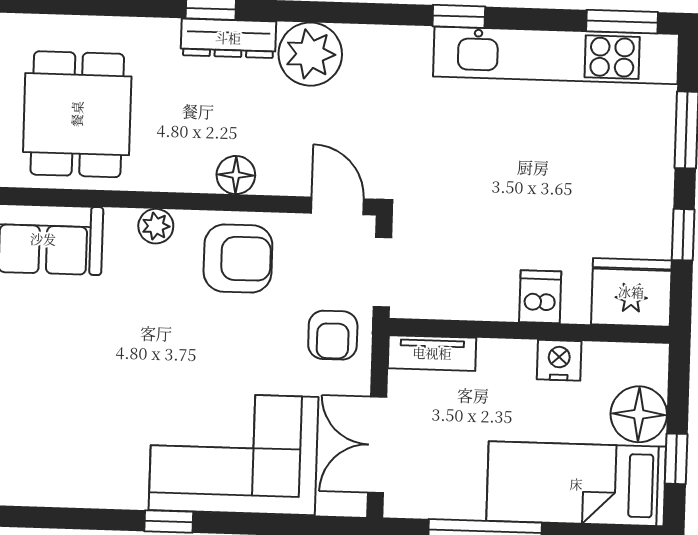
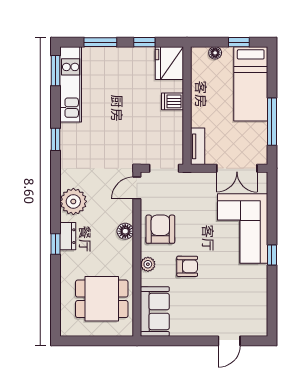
dresser: (228, 38) -> (68, 236), width x0.70
kitchen unit: (556, 55) -> (71, 84), width x0.73
armchair: (333, 335) -> (187, 266), moved
nightstand: (559, 360) -> (199, 93), removed
floor lamp: (639, 414) -> (215, 53), width x0.53, depth x0.53

